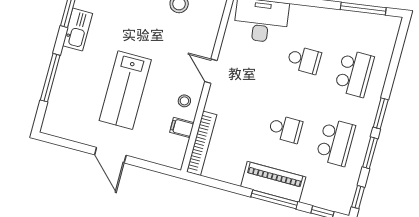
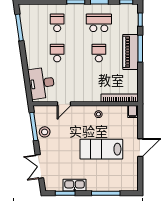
door: (211, 71) -> (64, 104), moved
school desk: (354, 73) -> (57, 23), width x0.54
lab bench: (125, 90) -> (101, 149), turned 180
filing cabinet: (182, 128) -> (132, 112), moved

